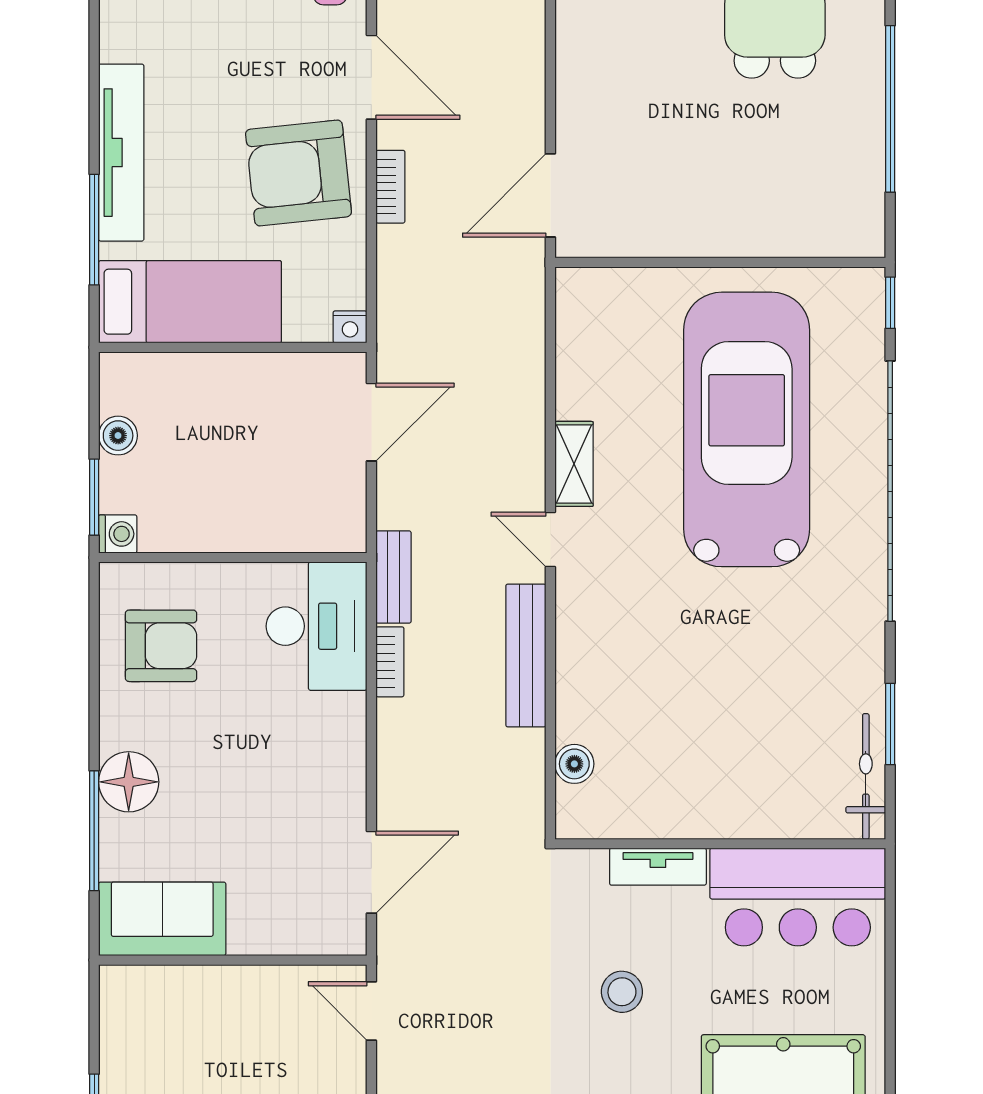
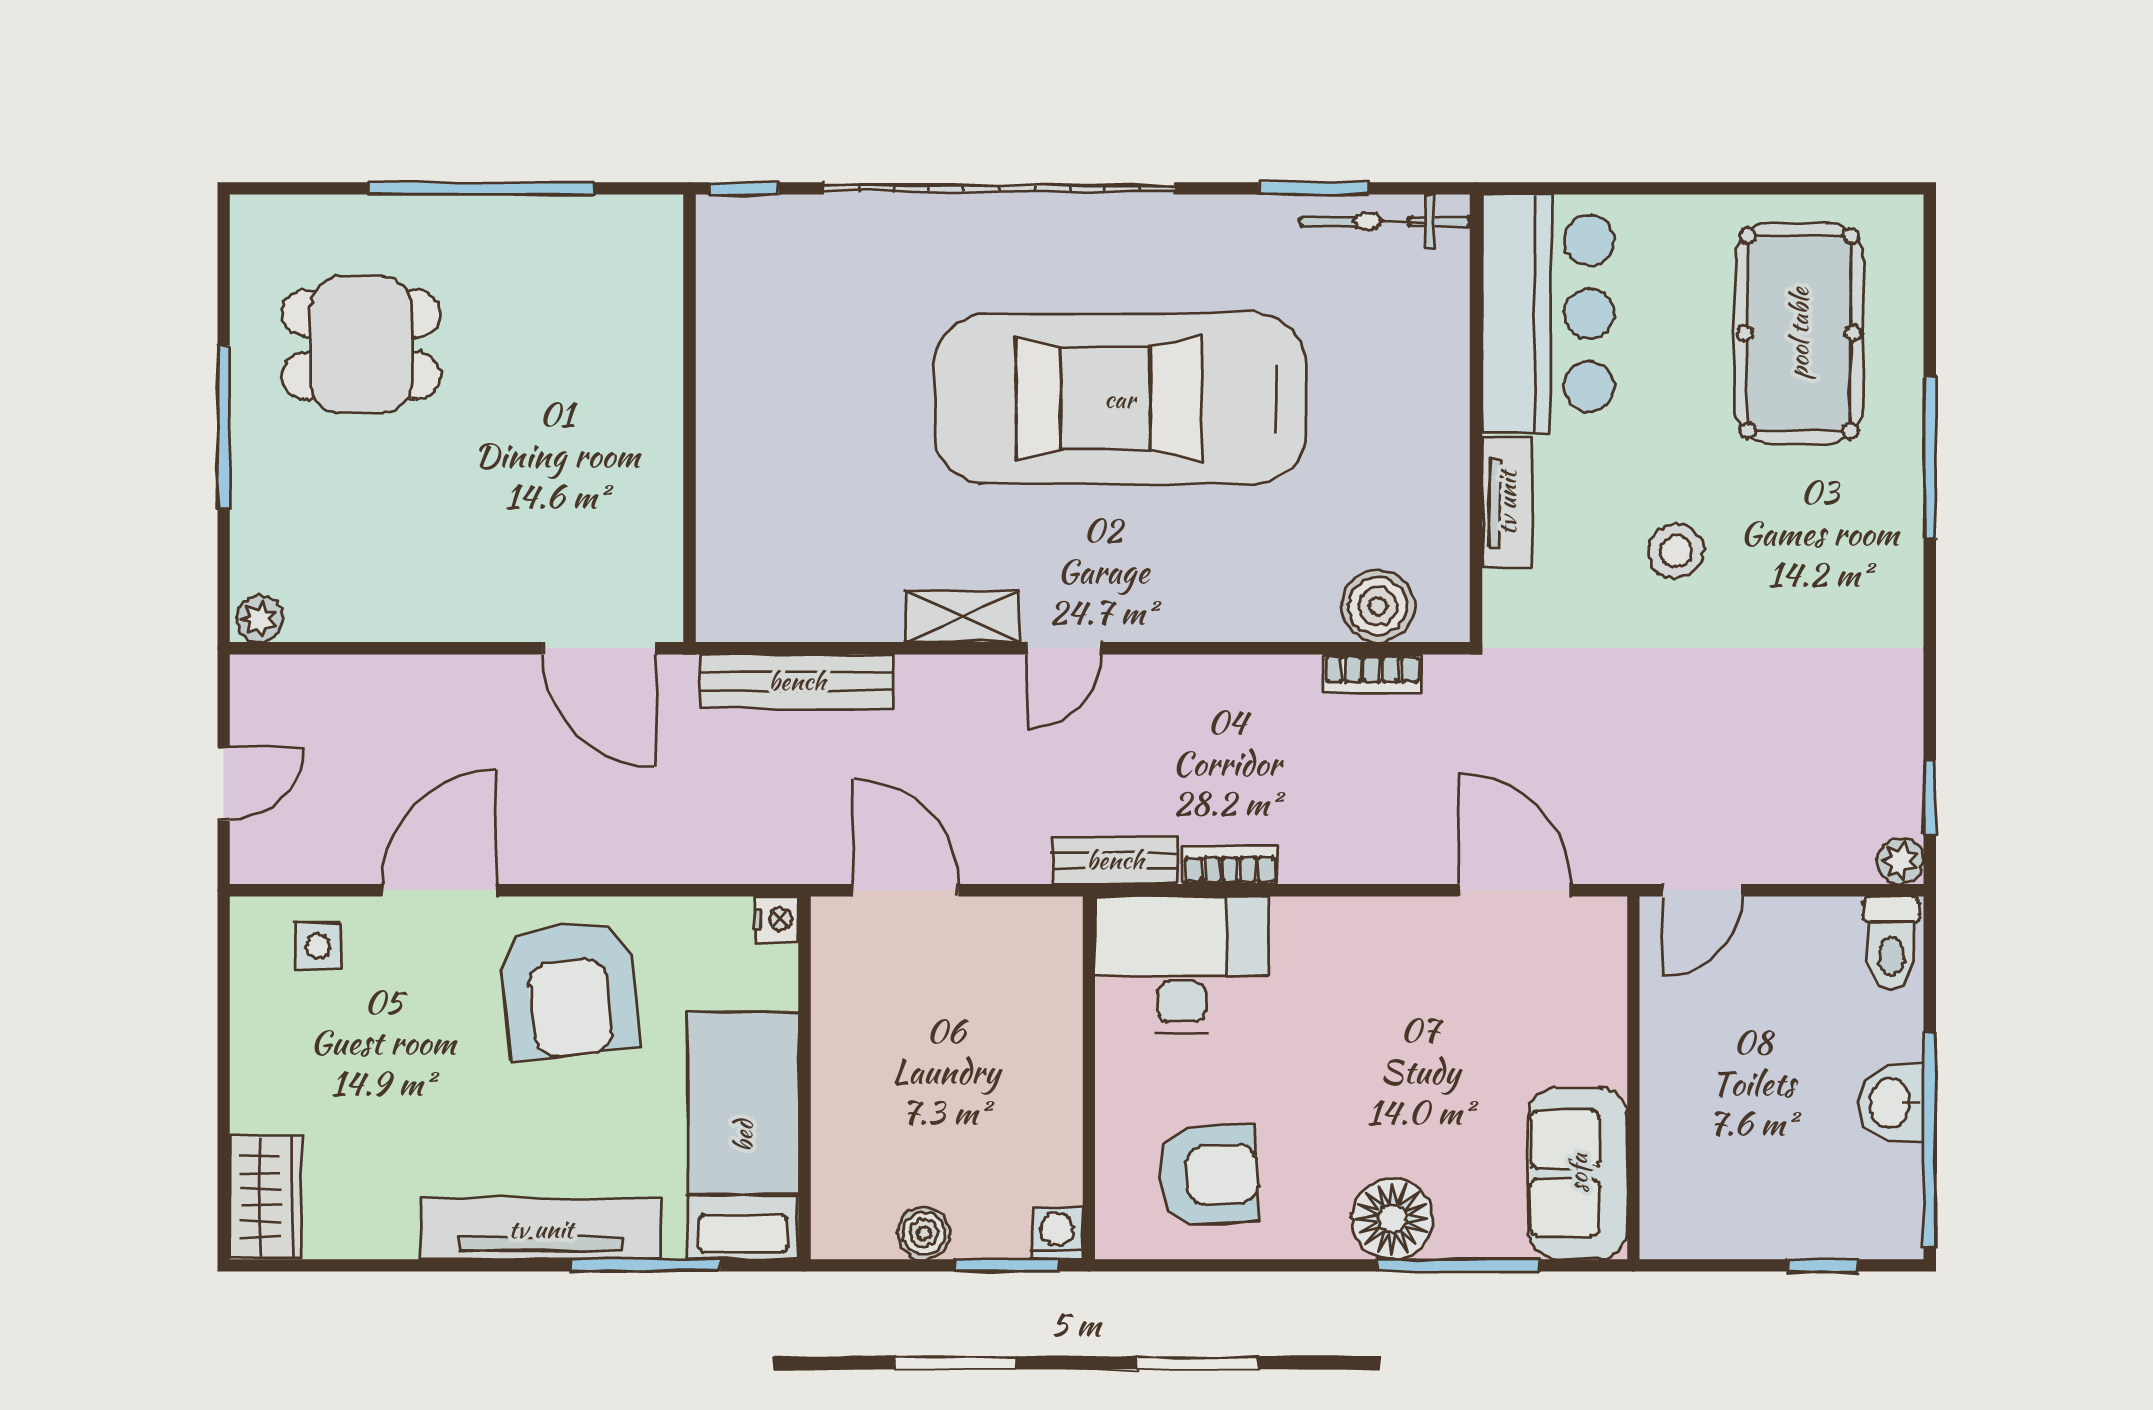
bookcase: (390, 187) -> (1372, 674), moved, turned 180
car: (747, 429) -> (1120, 399), moved
armchair: (161, 646) -> (1208, 1175), turned 87
bench: (526, 655) -> (797, 681), moved
boiler: (574, 764) -> (1378, 606), width x1.36, depth x1.36

